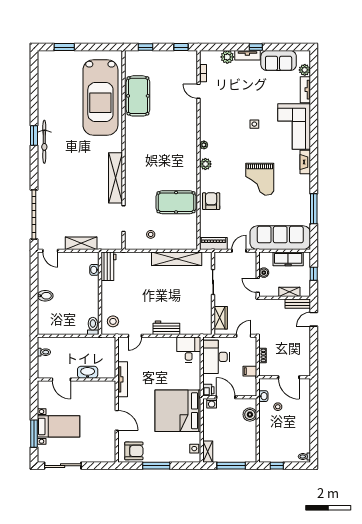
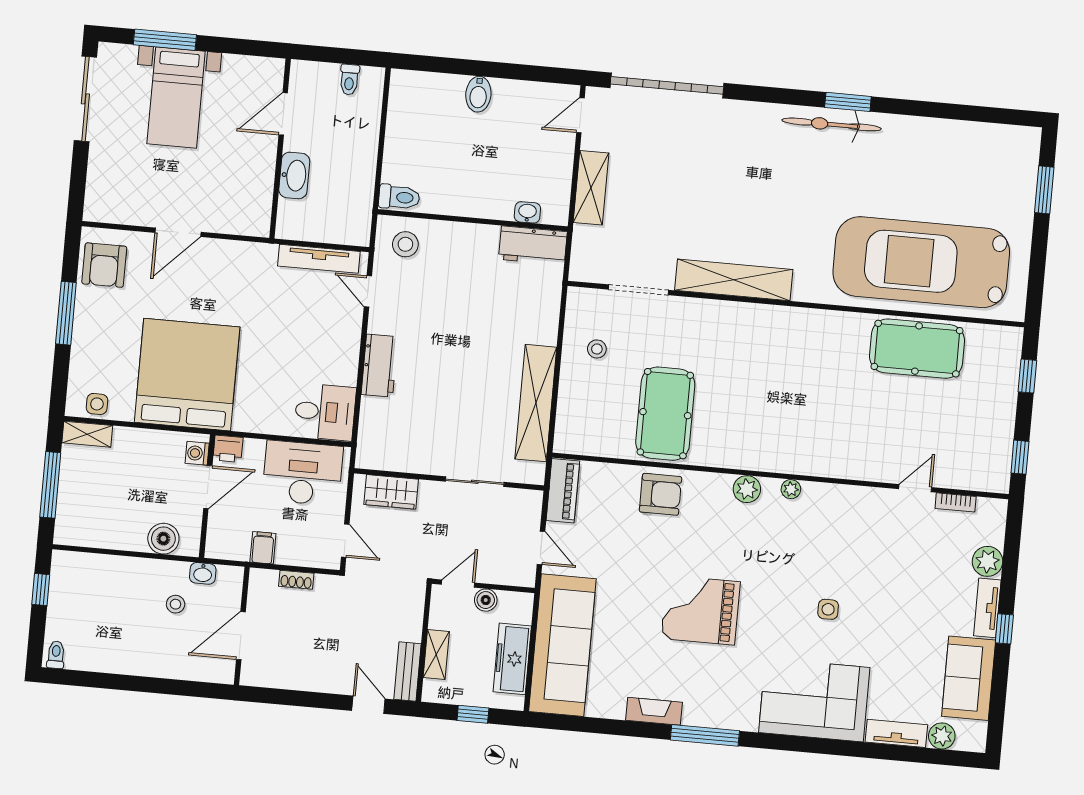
fireplace: (305, 162) -> (654, 711), moved
window: (314, 209) -> (705, 735), moved
tv unit: (123, 379) -> (319, 259), moved

